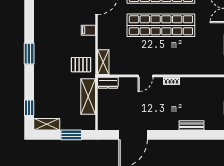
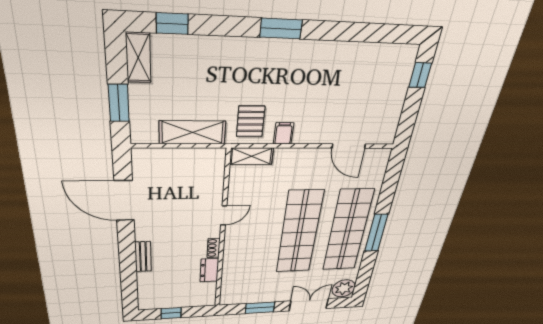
filing cabinet: (88, 30) -> (284, 133), moved
door: (146, 76) -> (224, 215), swing flipped
dresser: (108, 83) -> (209, 270), moved
bench: (191, 125) -> (143, 257), moved

